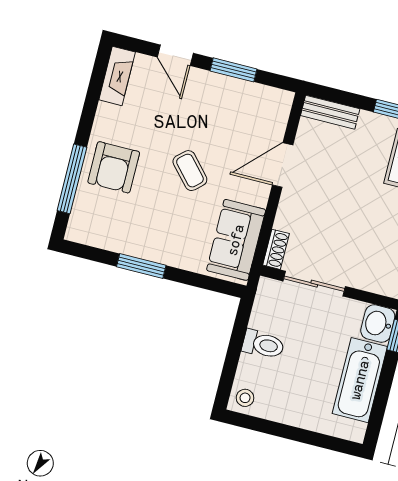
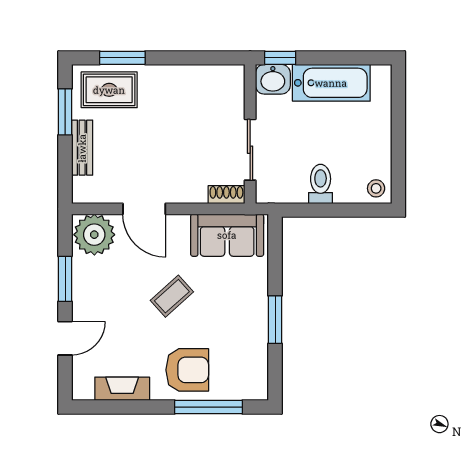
fireplace: (117, 76) -> (122, 389), moved
plant: (270, 110) -> (94, 235), added
bench: (330, 112) -> (82, 148), moved

